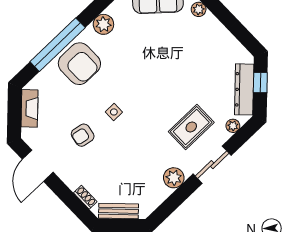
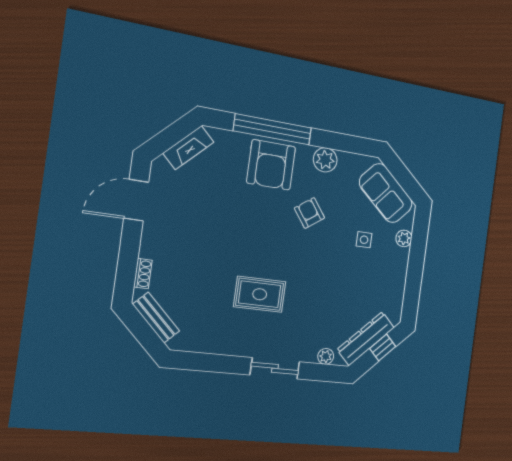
side table: (114, 112) -> (364, 240), moved
rug: (191, 127) -> (260, 294), moved
armchair: (83, 135) -> (309, 213), moved, turned 43
plant: (174, 178) -> (233, 343), removed

